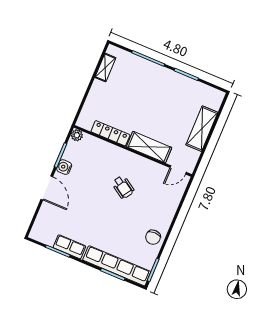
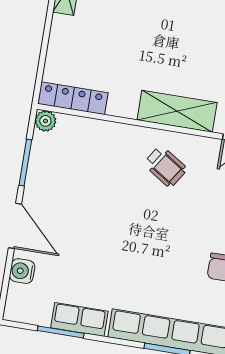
locker: (110, 133) -> (73, 98), moved
water cooler: (64, 167) -> (22, 271), moved
wheelchair: (123, 187) -> (165, 166), moved

